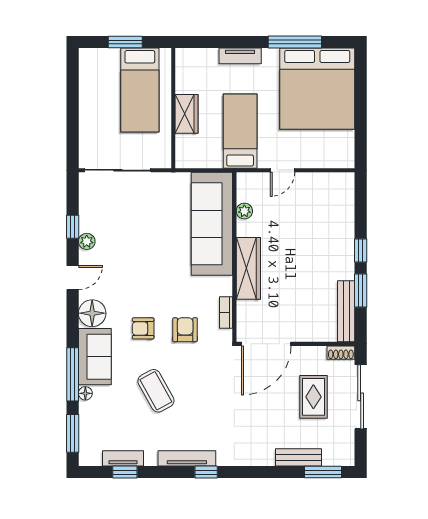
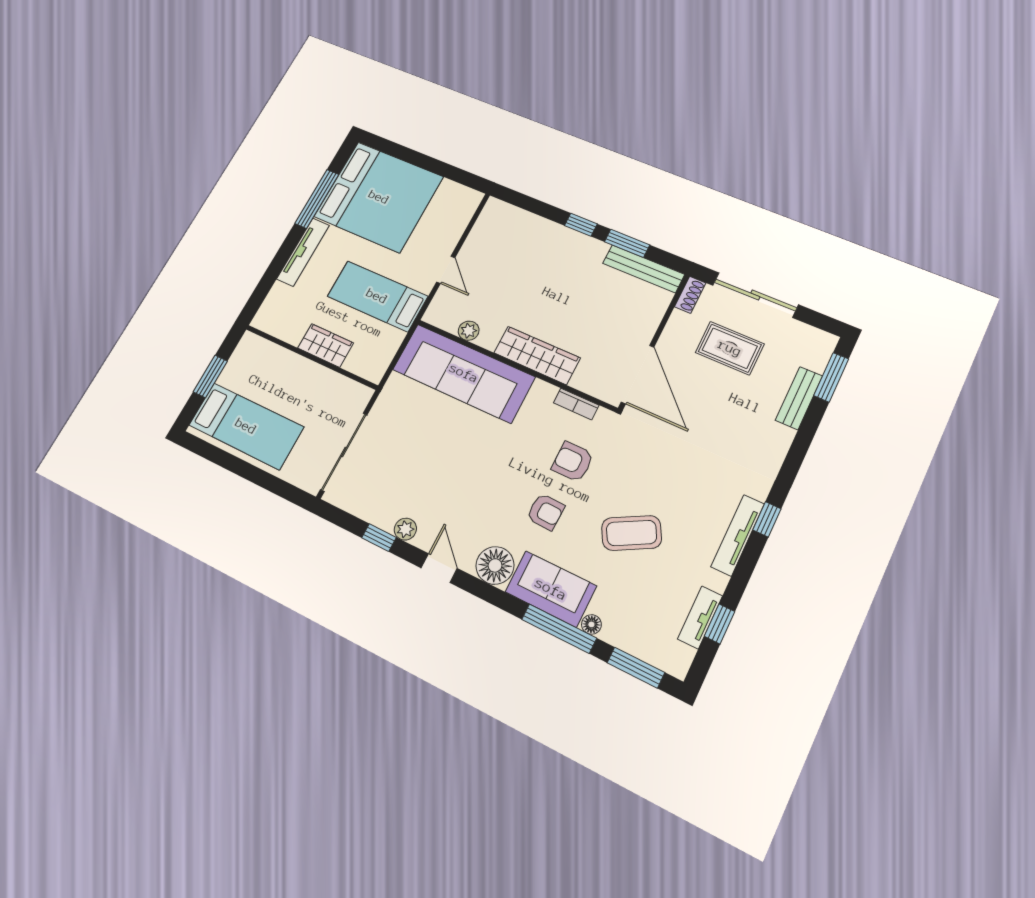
tv unit: (240, 56) -> (303, 252), width x1.41
bed: (140, 90) -> (246, 426), moved
armchair: (143, 328) -> (546, 512), turned -88

